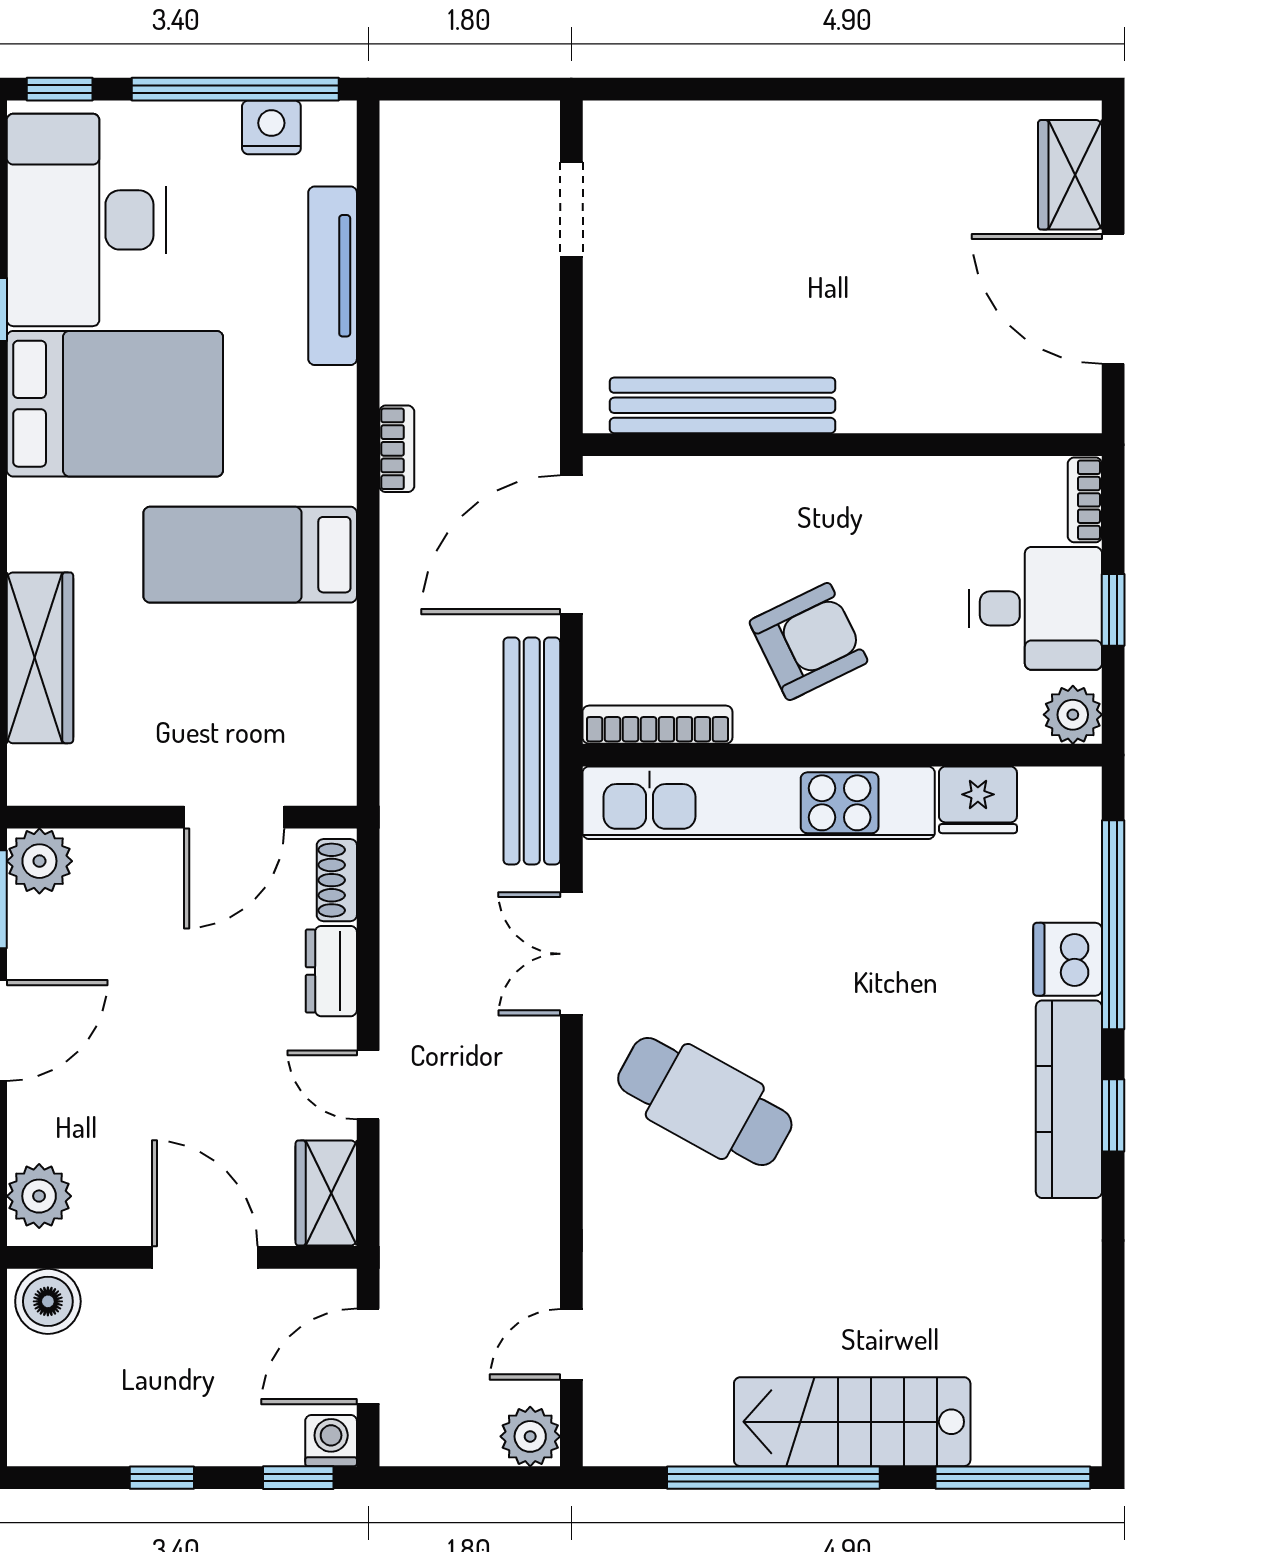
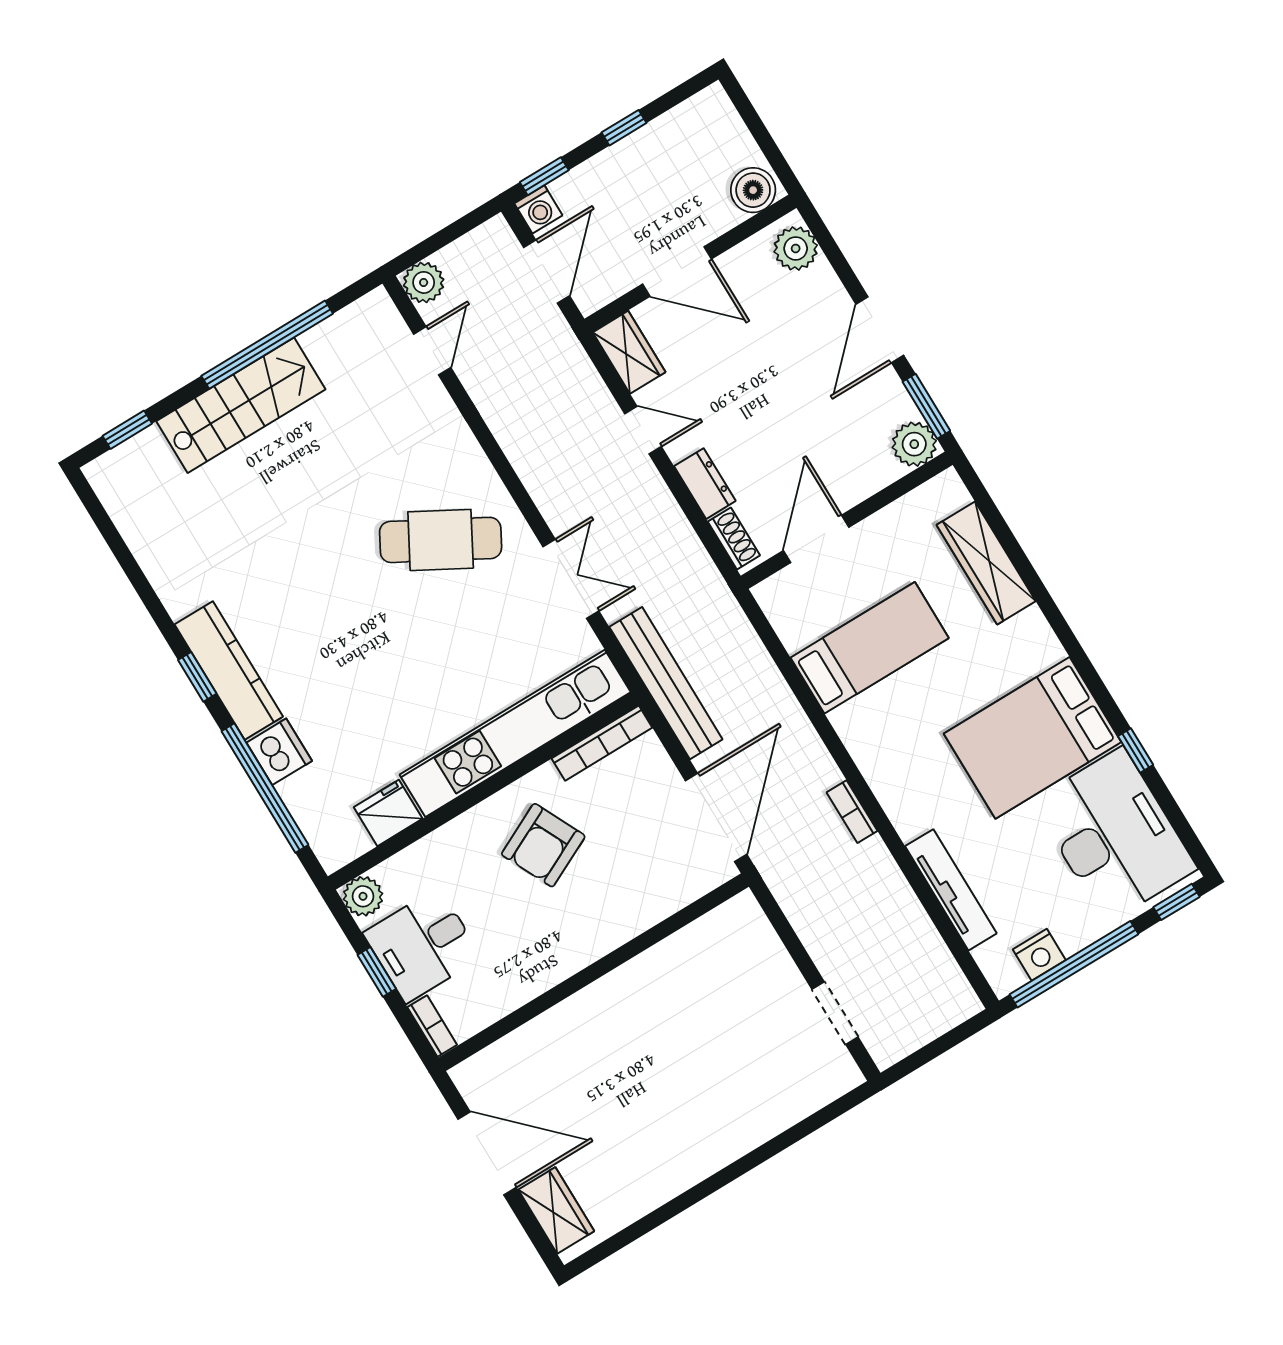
bench: (722, 405) -> (677, 953), removed
bed: (250, 555) -> (870, 648), moved
window: (1013, 1478) -> (127, 430), width x0.46

